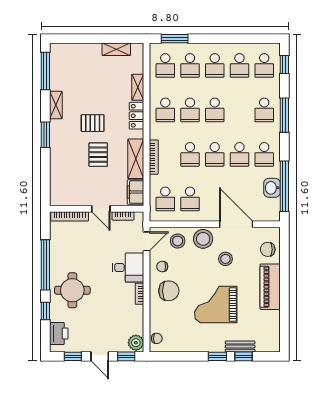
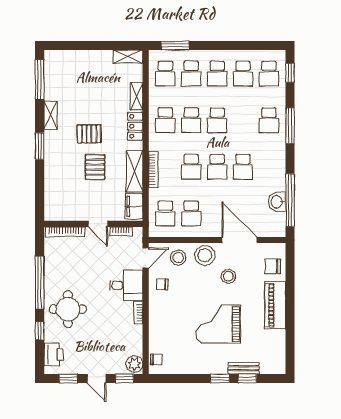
shelving: (116, 49) -> (128, 57), moved
school desk: (264, 154) -> (269, 167), removed
chair: (169, 291) -> (169, 310), removed

